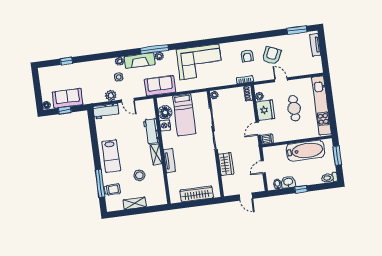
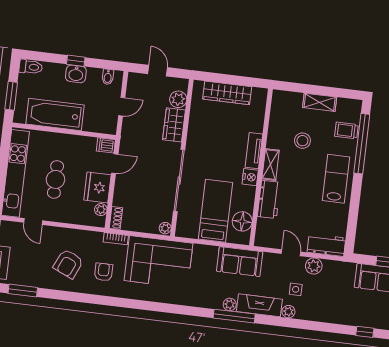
corner sofa: (199, 62) -> (159, 262), moved, turned 180
door: (281, 80) -> (33, 221), moved
nightstand: (165, 125) -> (250, 177), moved
plant: (228, 181) -> (178, 99), added
washbasin: (288, 182) -> (76, 74), moved
window: (100, 183) -> (362, 144), width x1.46

